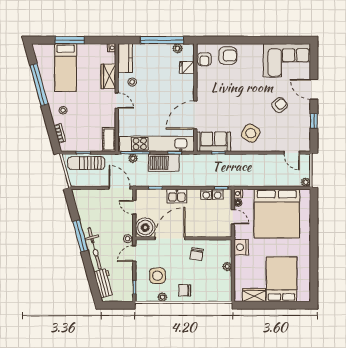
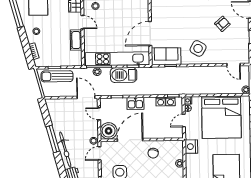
cot: (109, 140) -> (76, 40), moved
door: (233, 217) -> (184, 121), swing flipped

